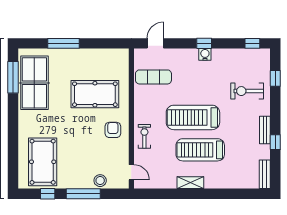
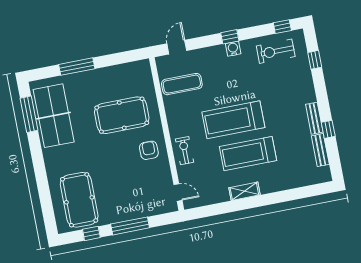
exercise bike: (247, 91) -> (276, 51), moved
bench: (265, 174) -> (320, 150), moved
stool: (100, 181) -> (146, 208), removed

